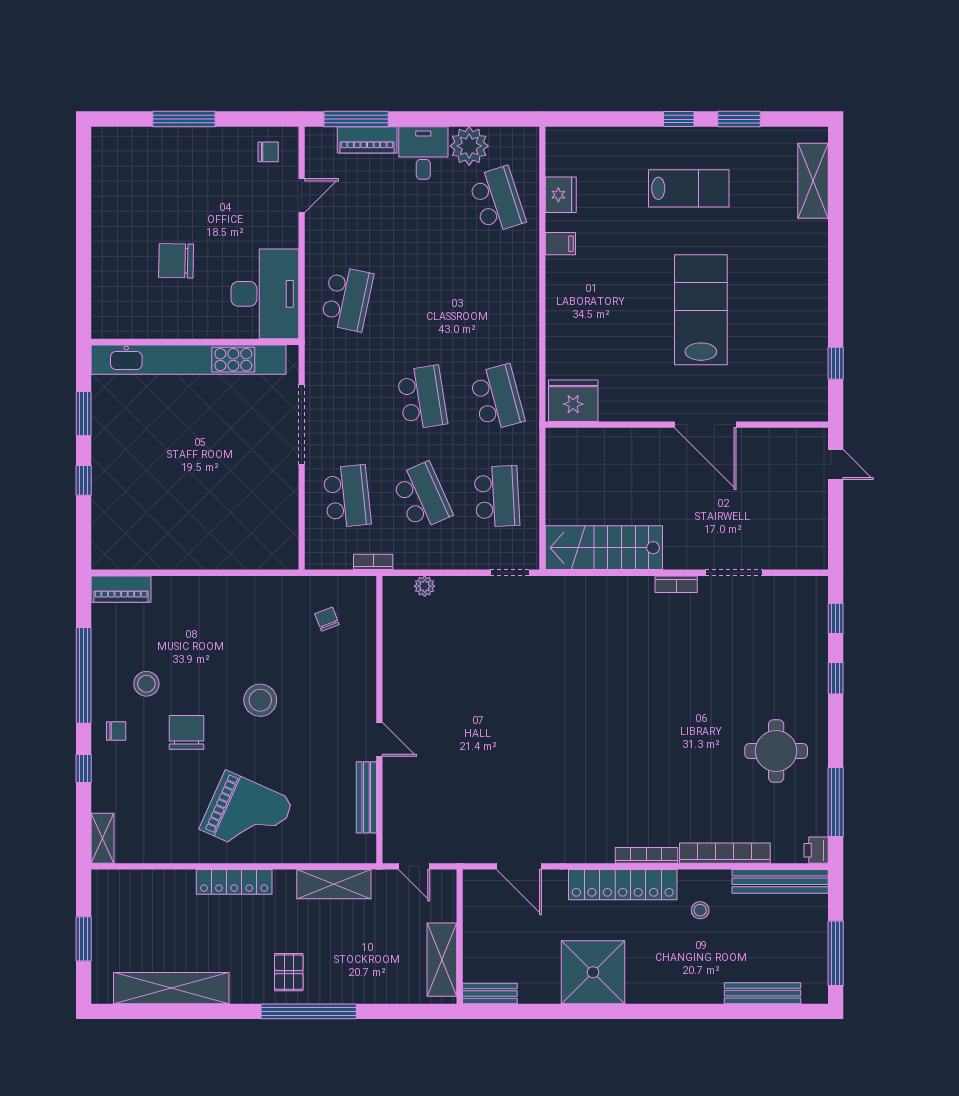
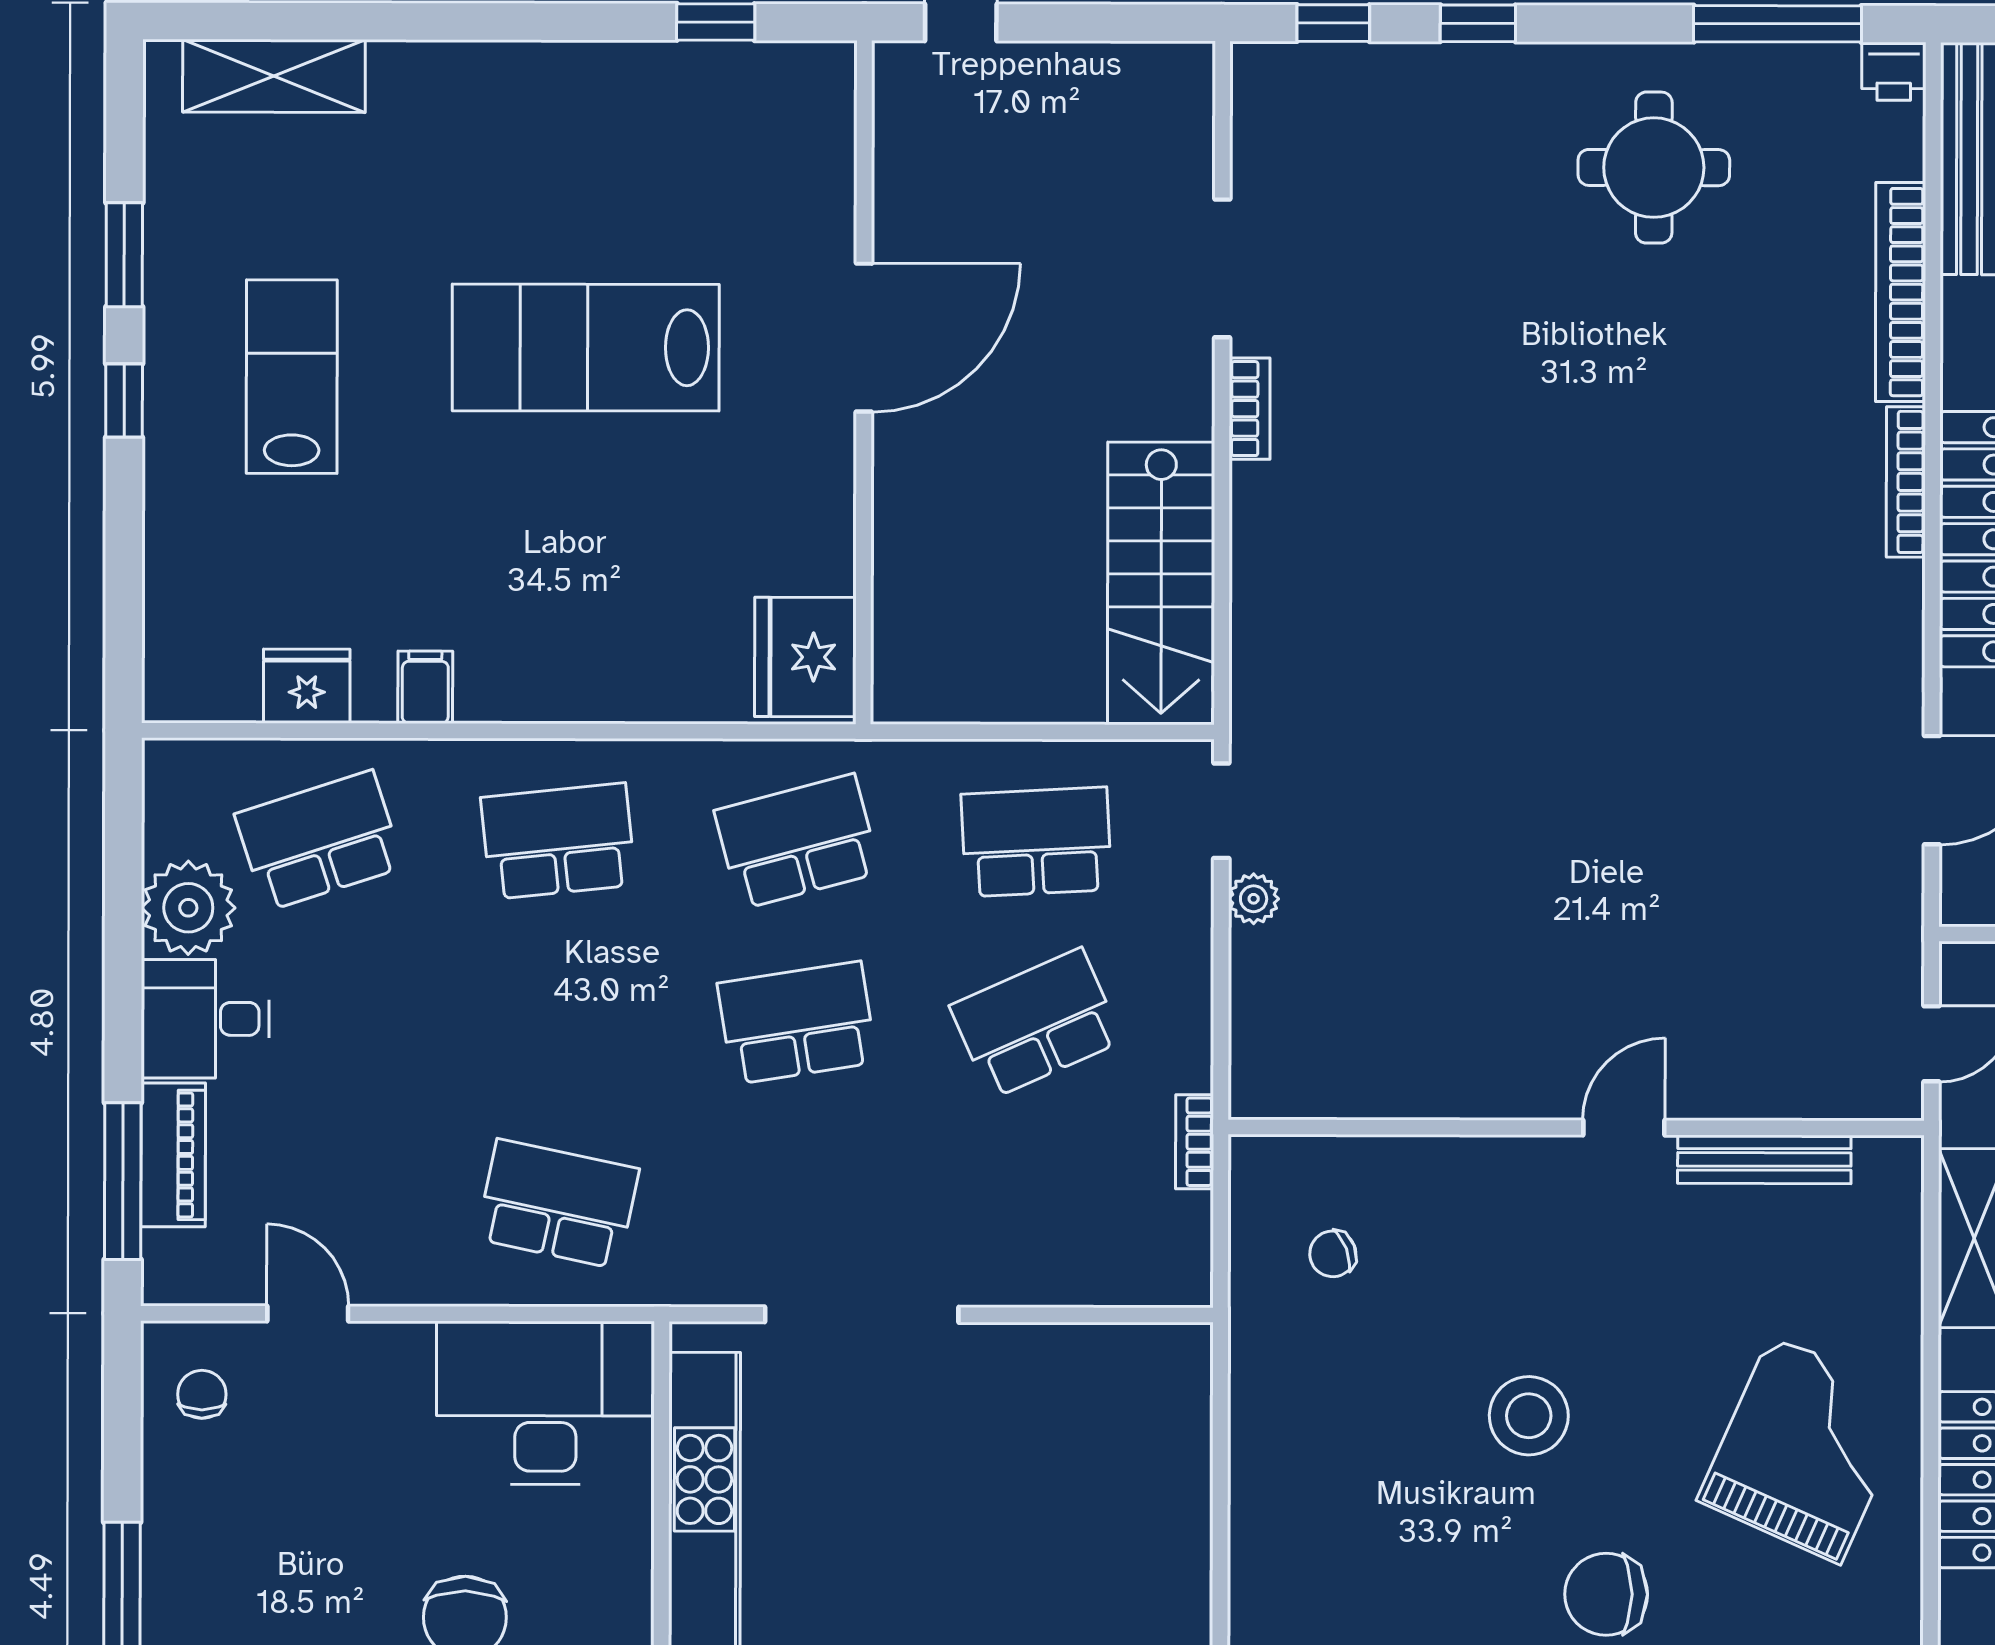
school desk: (347, 496) -> (558, 841), moved
plant: (425, 586) -> (1254, 899), moved

